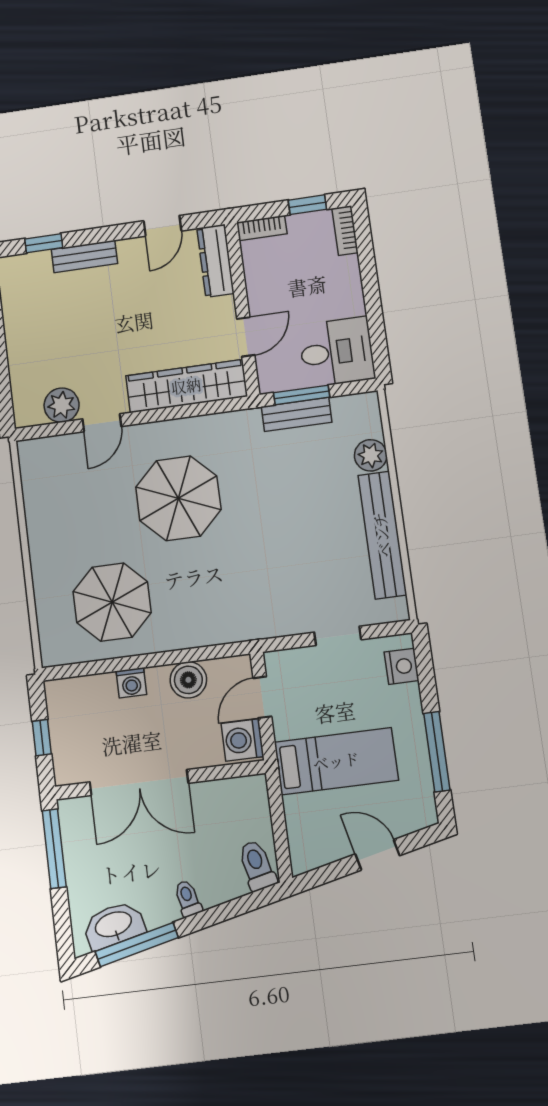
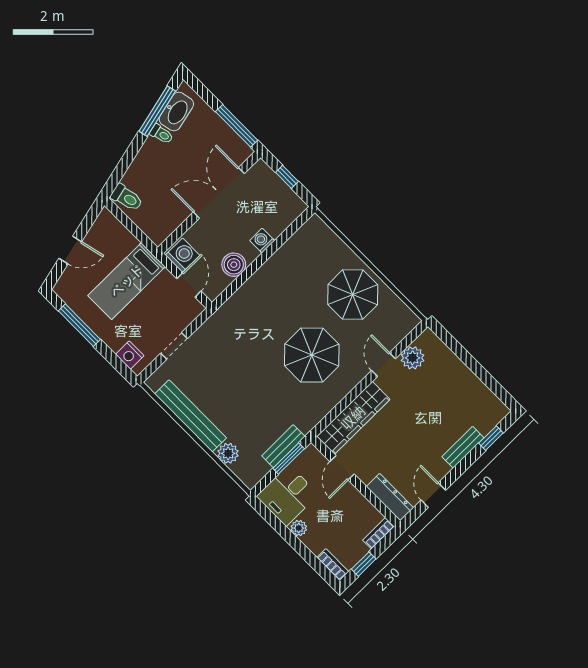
plant: (353, 303) -> (299, 528), added
parasol: (112, 602) -> (353, 295), moved
toilet: (188, 898) -> (162, 134), moved

